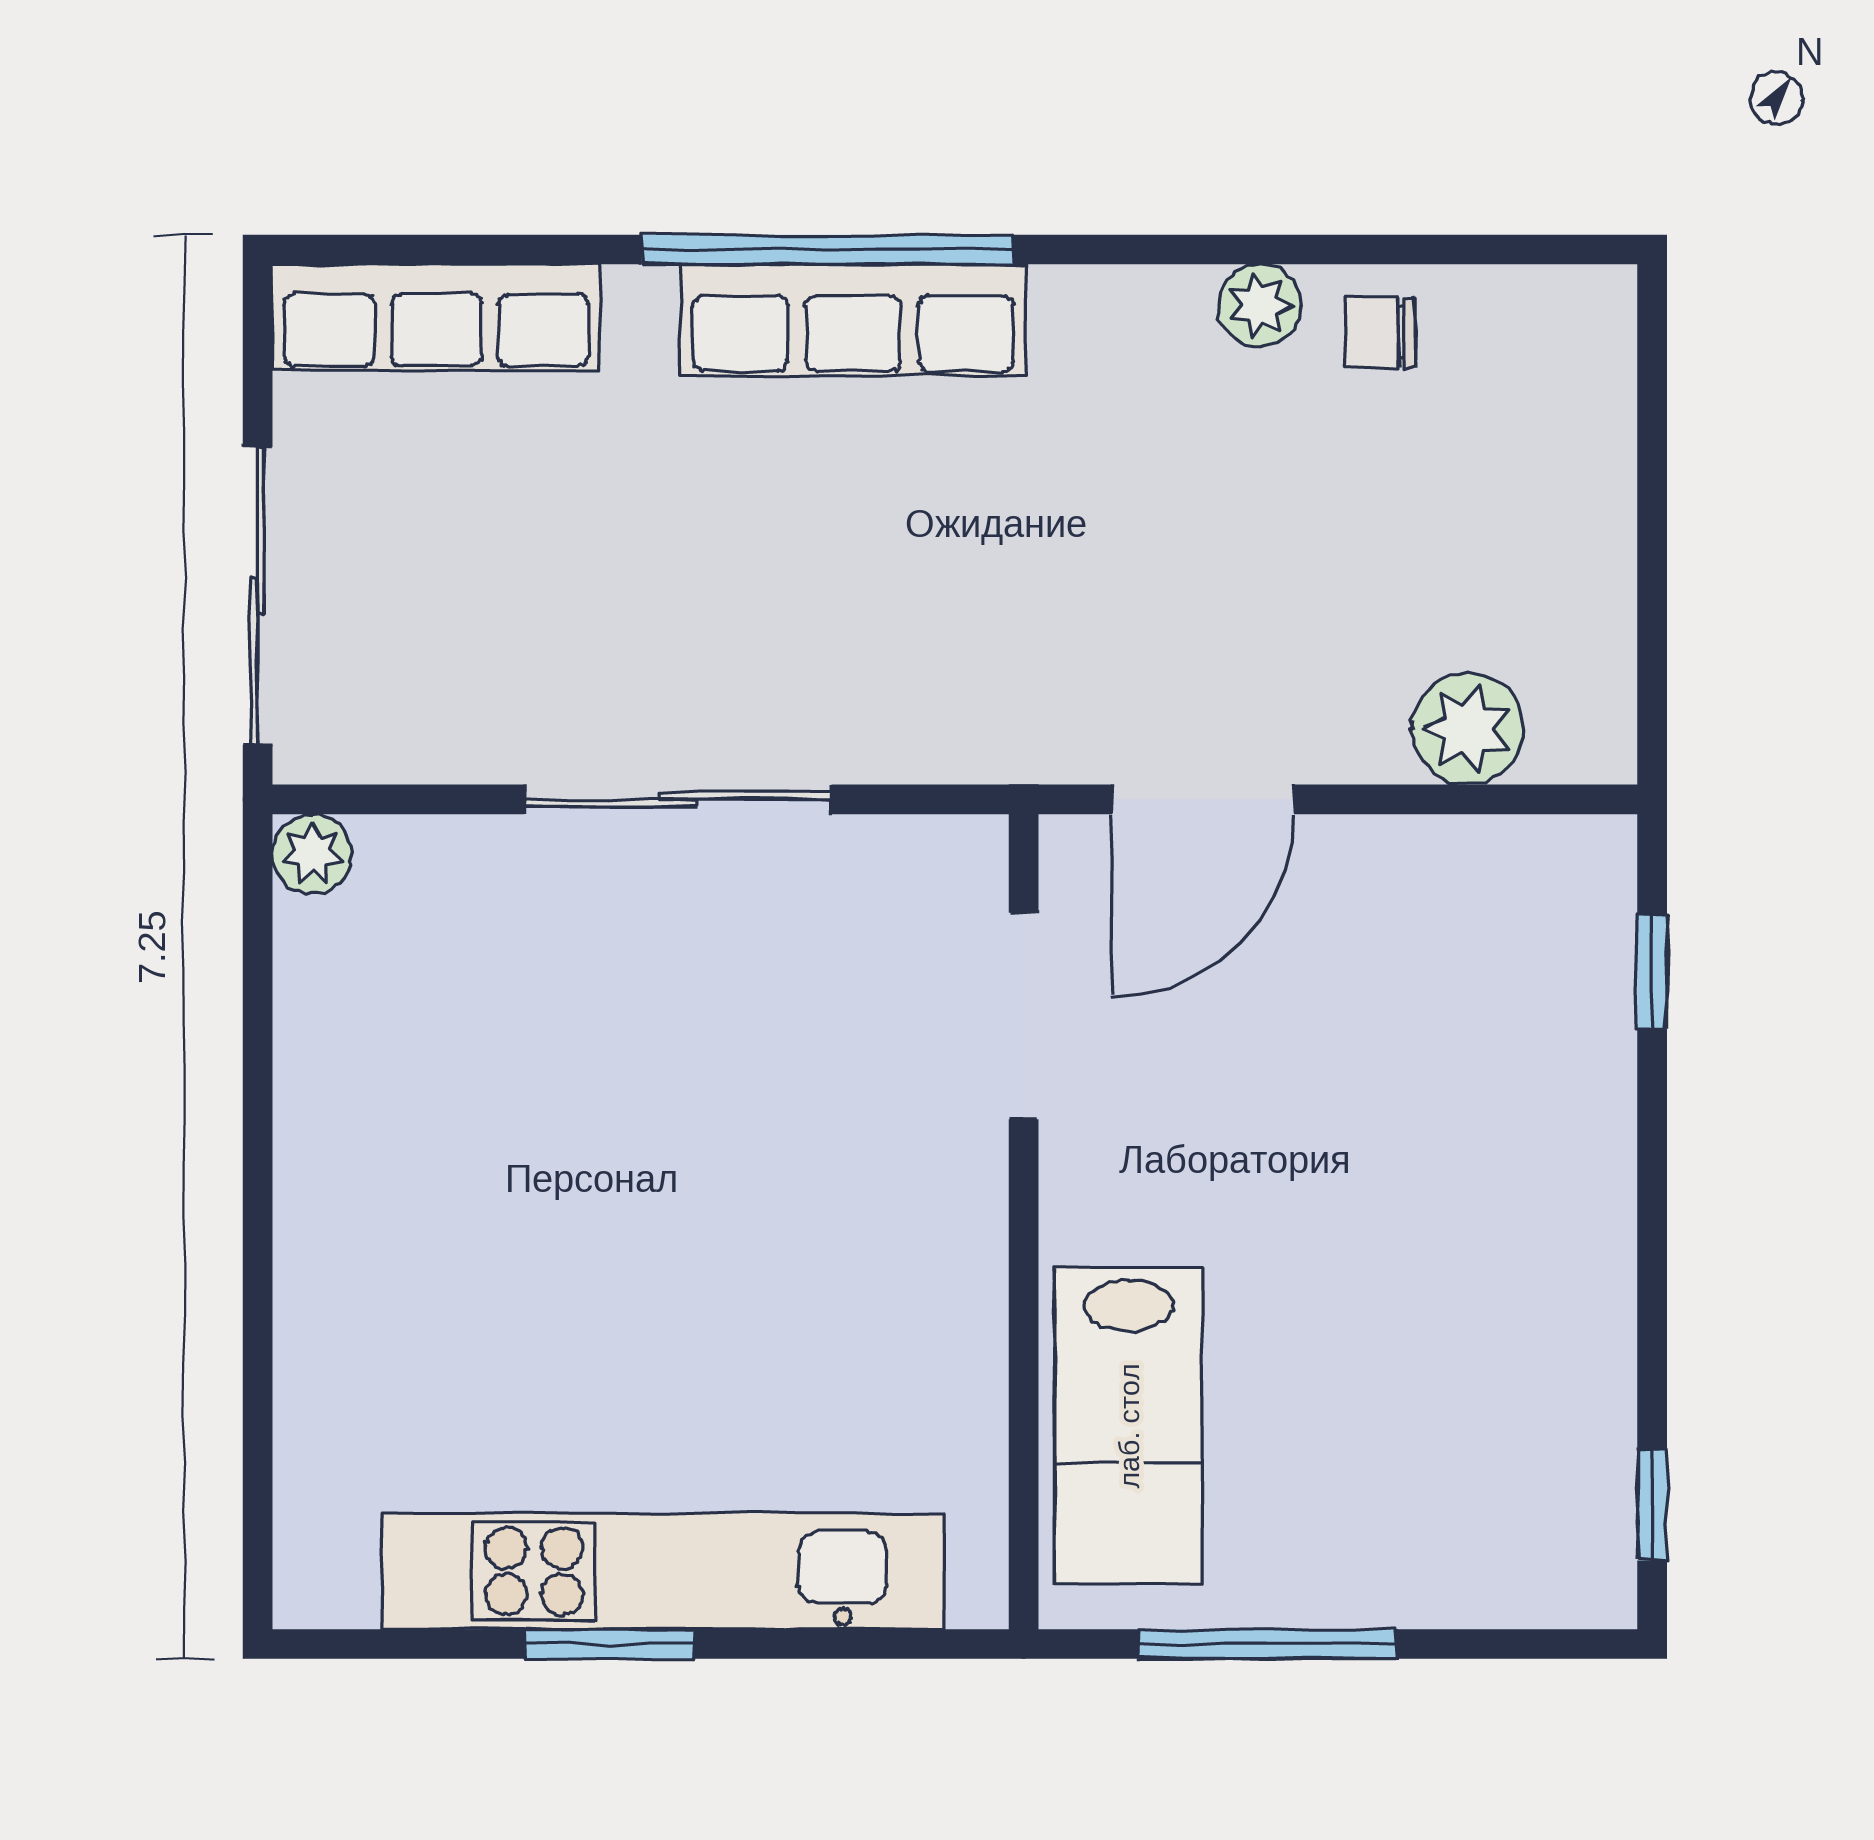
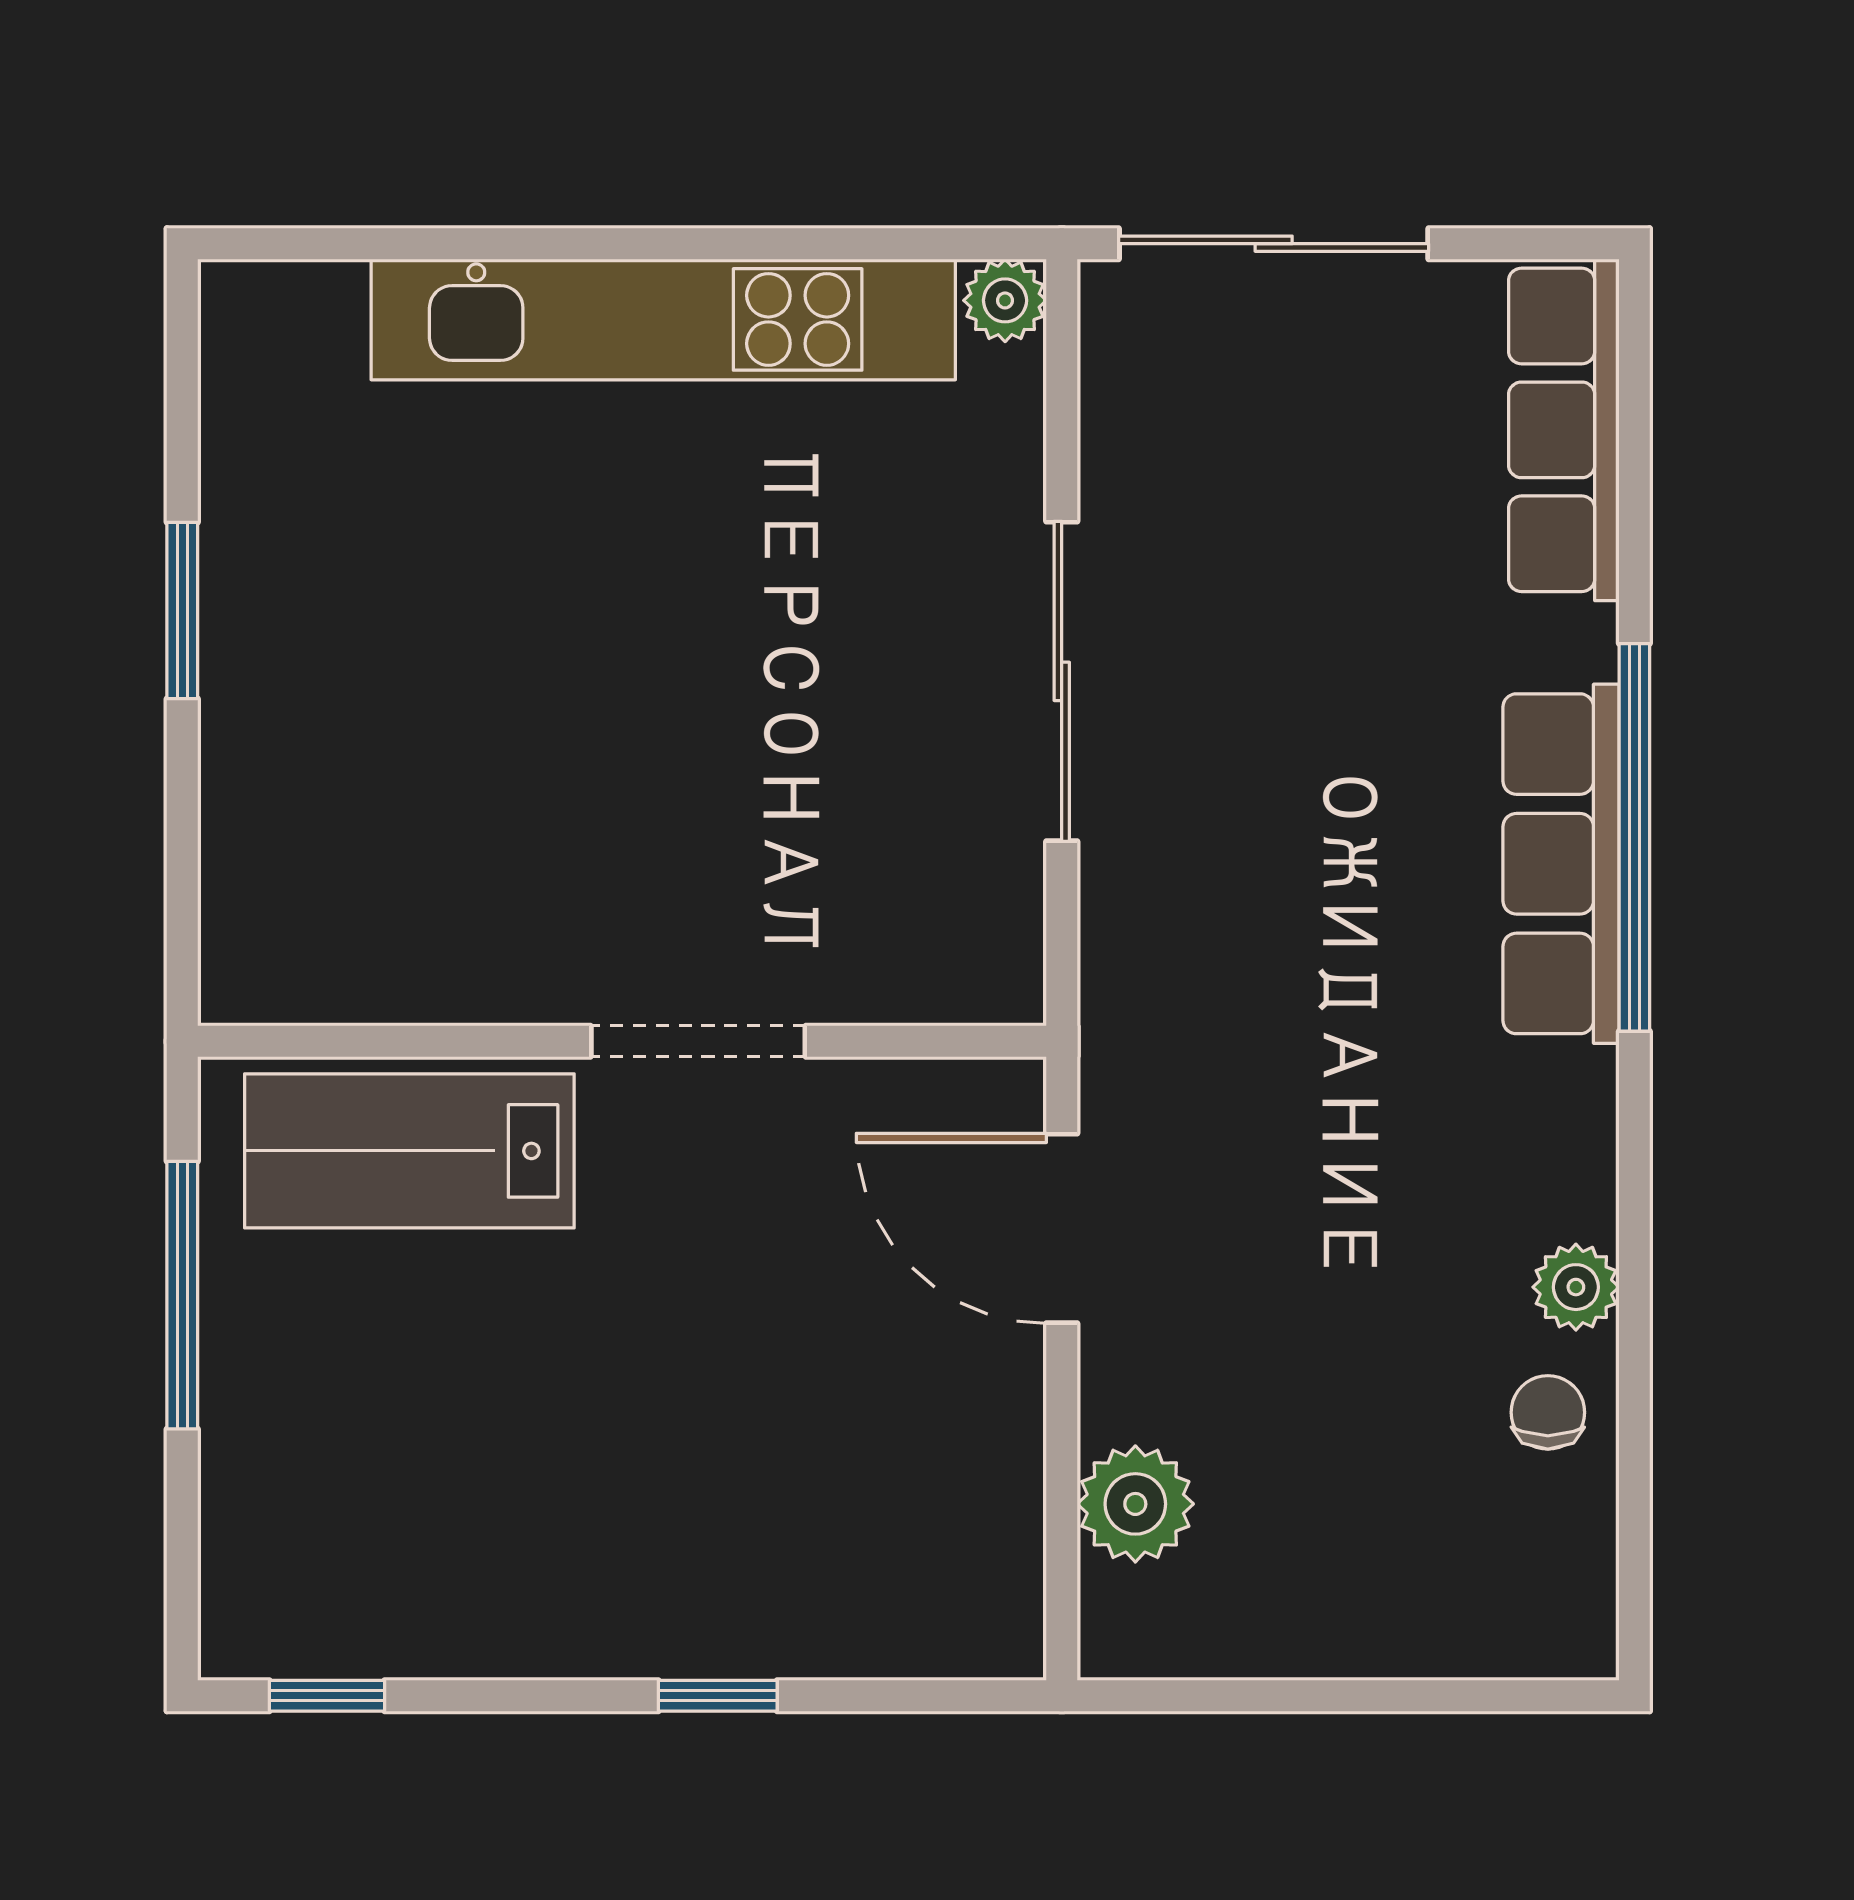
window: (1652, 971) -> (718, 1696), moved
doorway: (1024, 1016) -> (698, 1041), moved
kitchen unit: (663, 1571) -> (663, 319), moved, turned 90

